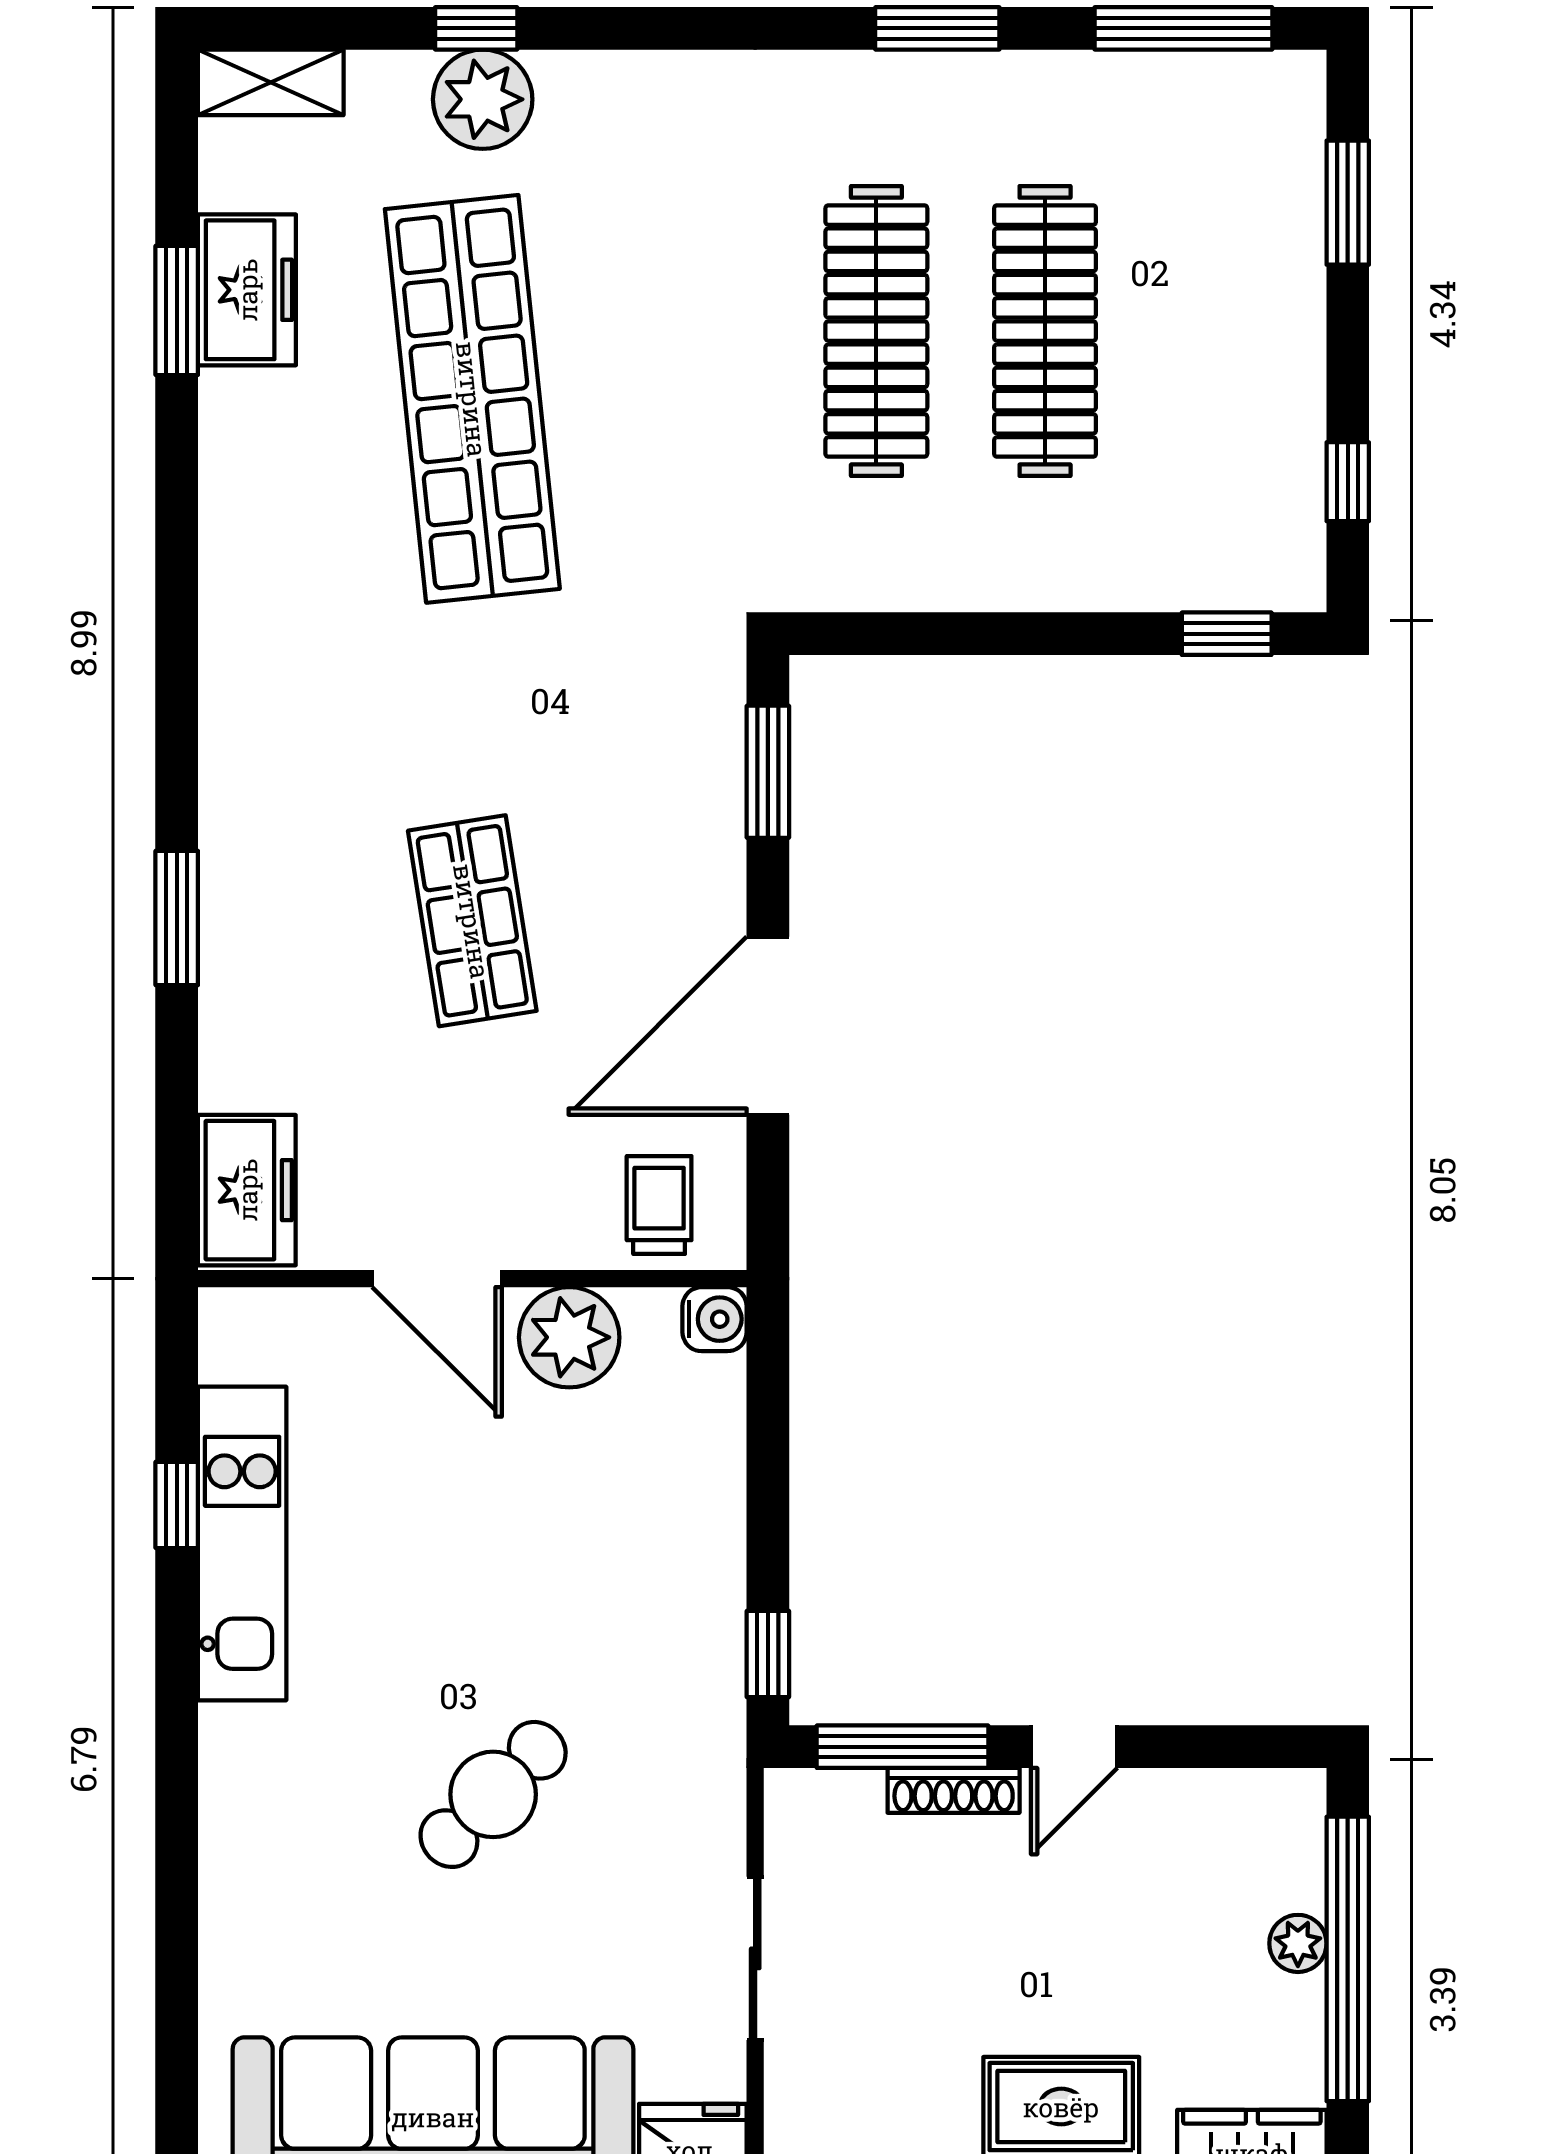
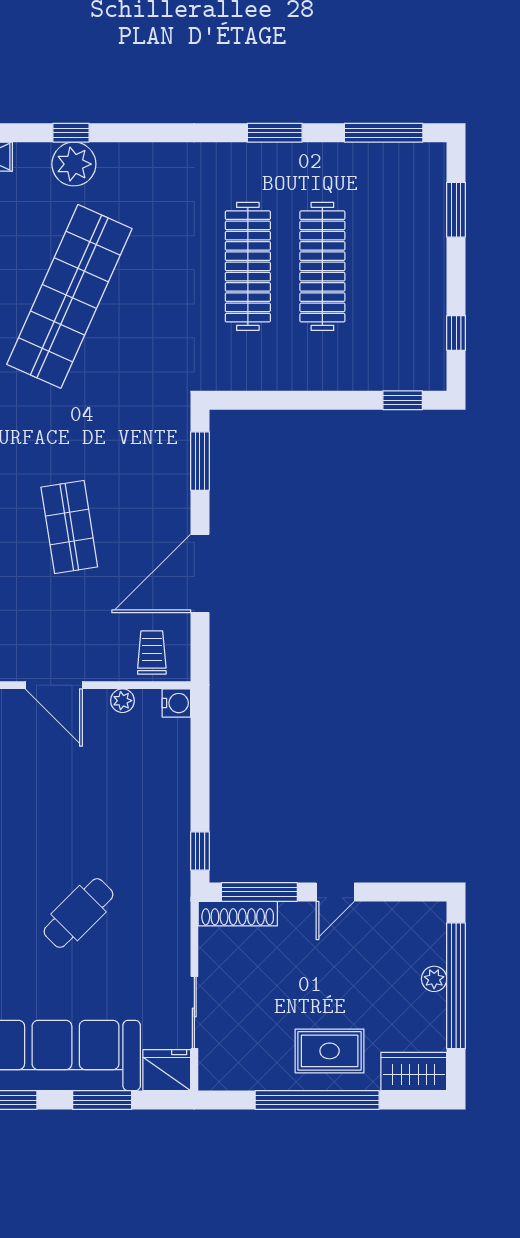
shop shelf: (472, 399) -> (69, 296), turned 30
plant: (569, 1337) -> (122, 701), width x0.53, depth x0.53
shoe rack: (954, 1790) -> (238, 914), moved, width x1.36, depth x1.24
sliding door: (755, 1958) -> (194, 1013), moved

